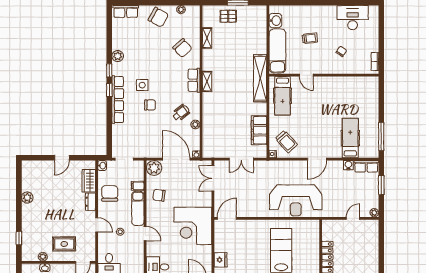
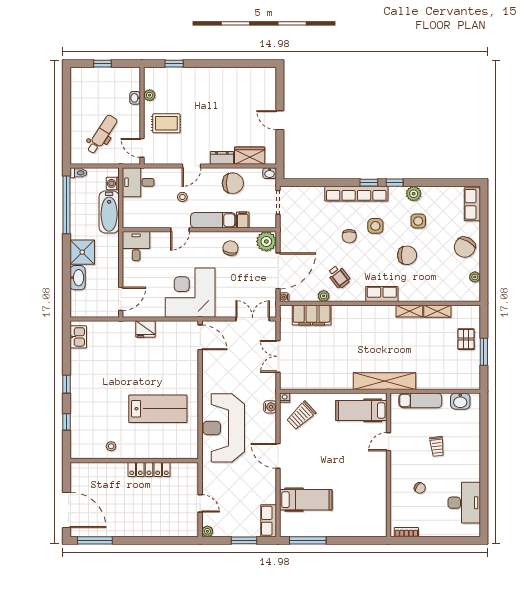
chair: (182, 48) -> (407, 255), moved, turned -138
exam couch: (277, 51) -> (420, 400), width x0.73, depth x0.69
side table: (138, 53) -> (418, 221), added
shelving: (207, 81) -> (409, 311), moved
filing cabinet: (259, 130) -> (312, 315), moved, turned 180
water cooler: (348, 165) -> (270, 407), moved
plant: (27, 198) -> (227, 75), removed
rug: (64, 244) -> (166, 123), turned 90

